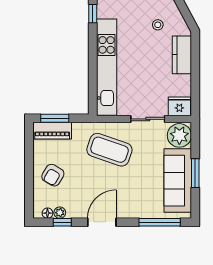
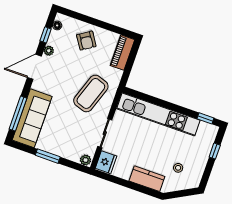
window: (55, 118) -> (132, 58), removed
plant: (179, 135) -> (86, 160), width x0.53, depth x0.53
armchair: (53, 175) -> (86, 41), turned -153
sofa: (178, 181) -> (32, 118), moved, turned 90
plant: (60, 213) -> (49, 51), moved
door: (102, 222) -> (34, 67), swing flipped

